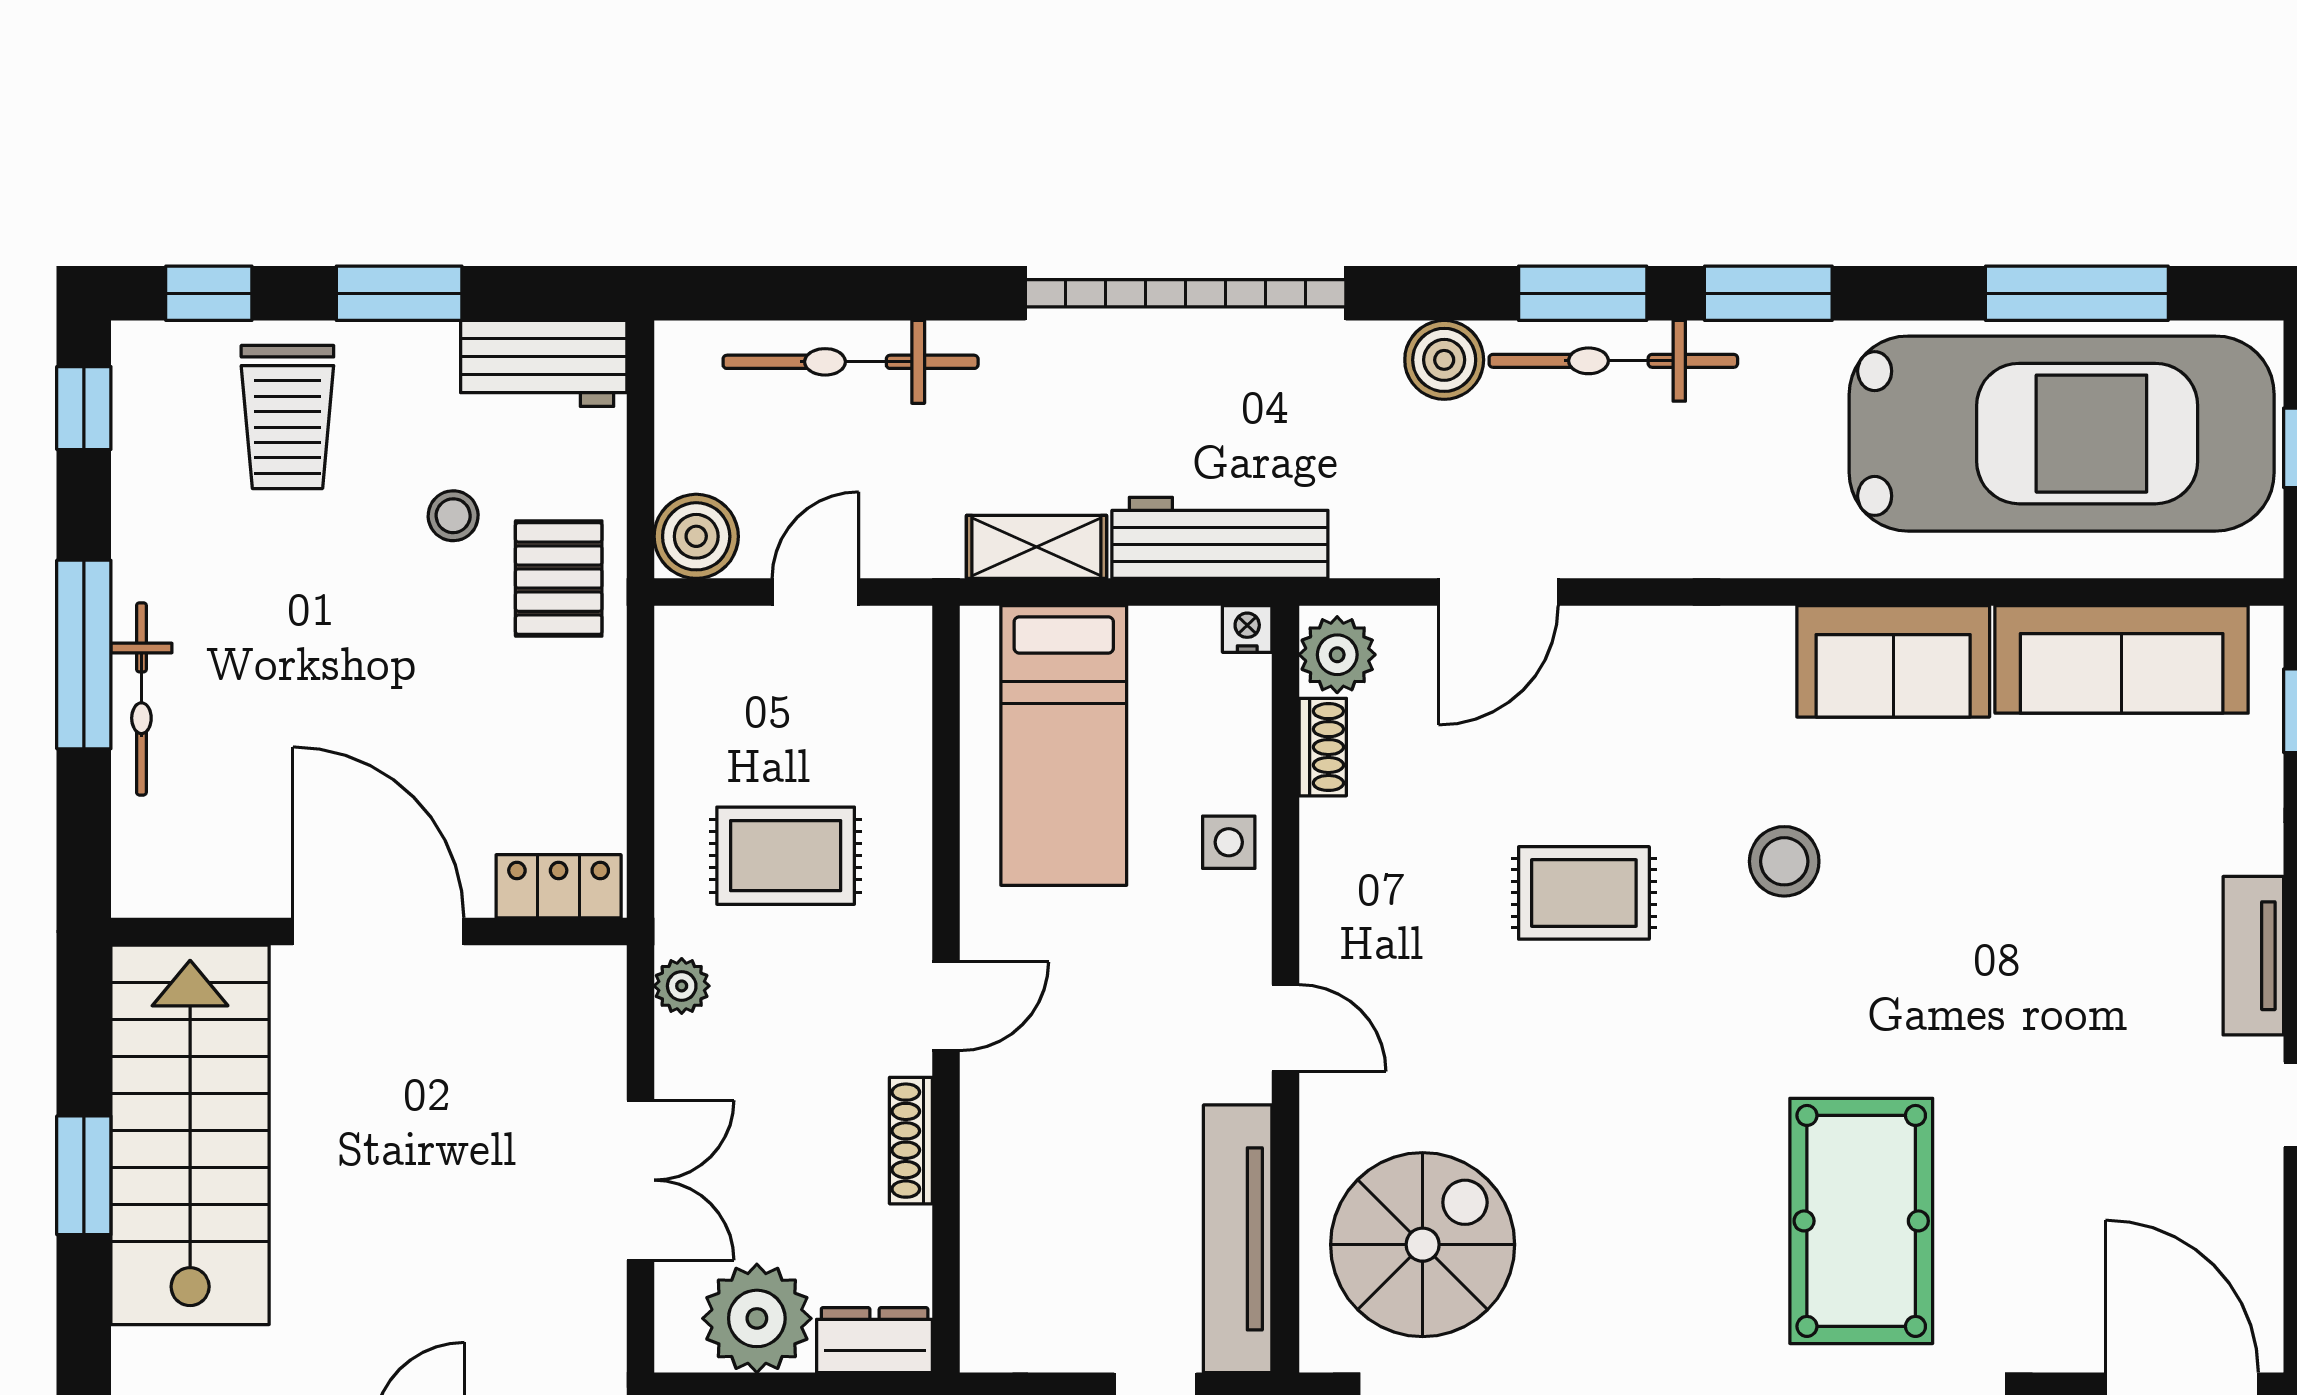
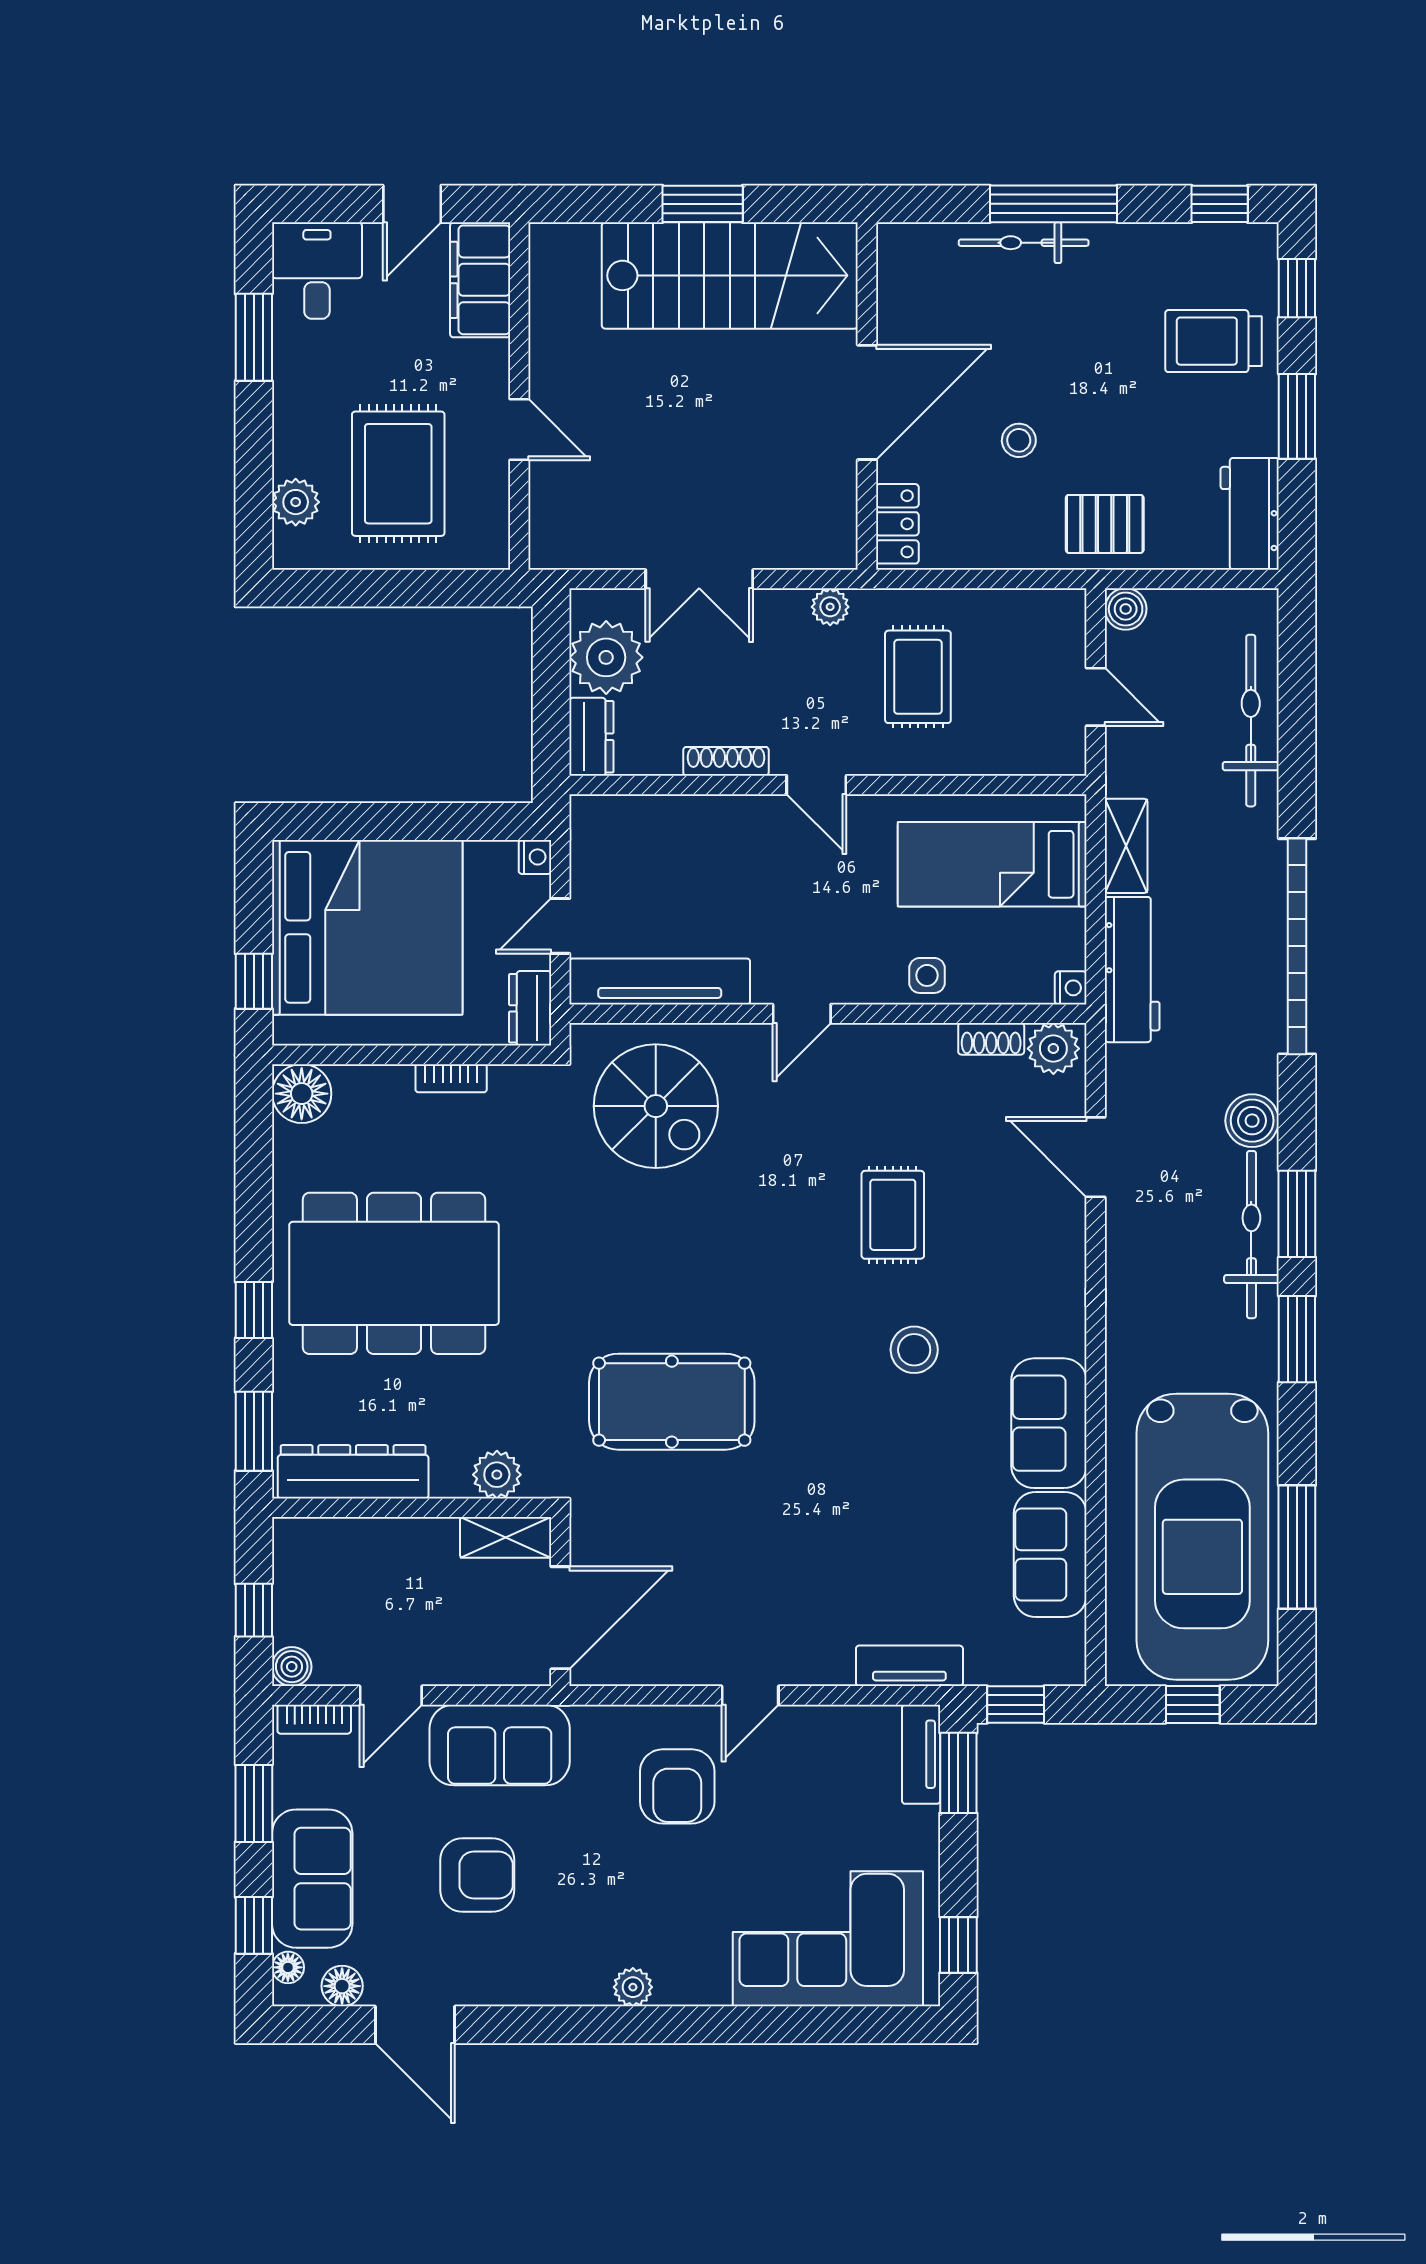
stool: (453, 516) -> (1019, 440), moved
boiler: (696, 536) -> (1126, 609), width x0.73, depth x0.73
sofa: (2122, 659) -> (1050, 1554), width x0.73
tv unit: (2253, 956) -> (909, 1666), moved

